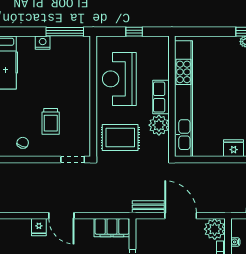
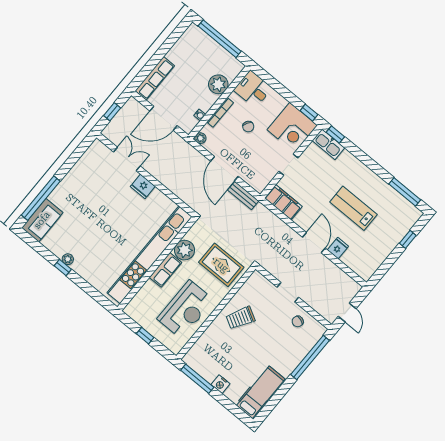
trolley: (51, 121) -> (240, 318), moved, turned -151
doorway: (73, 159) -> (288, 292), moved
plant: (215, 229) -> (200, 138), width x0.53, depth x0.53

